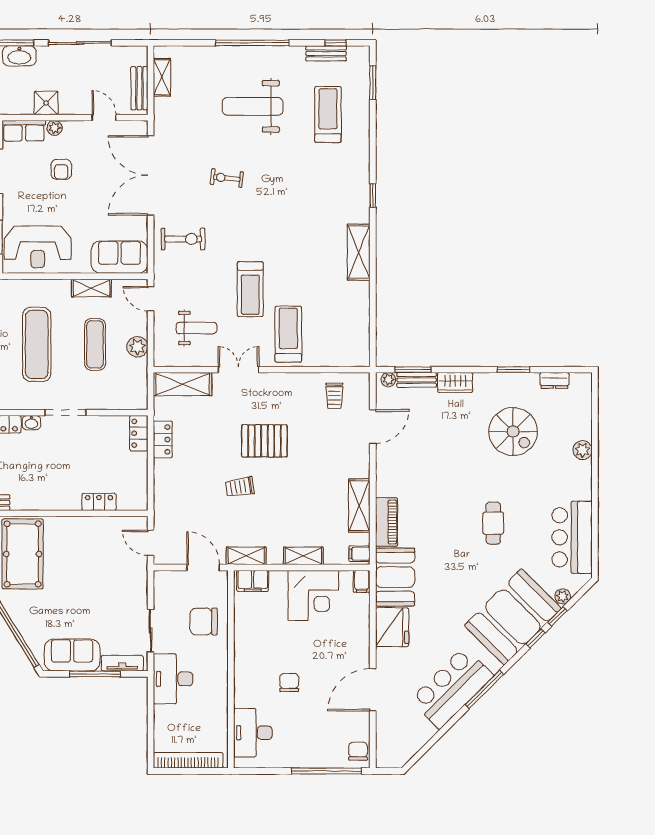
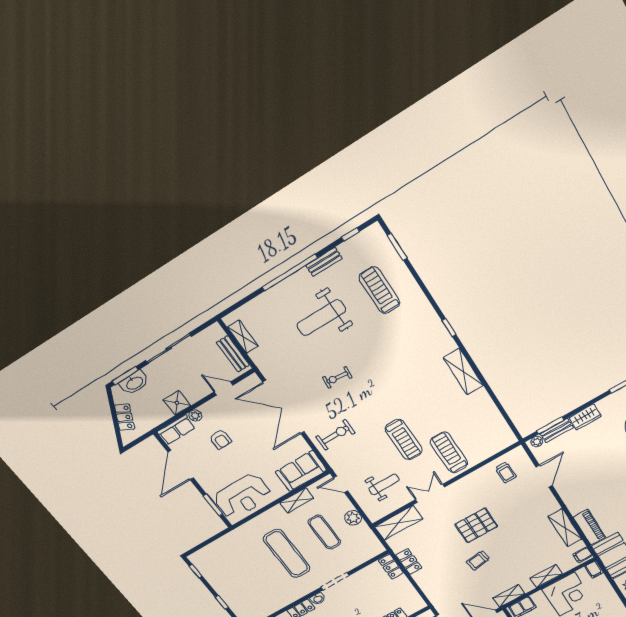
bench: (326, 53) -> (324, 262), moved

